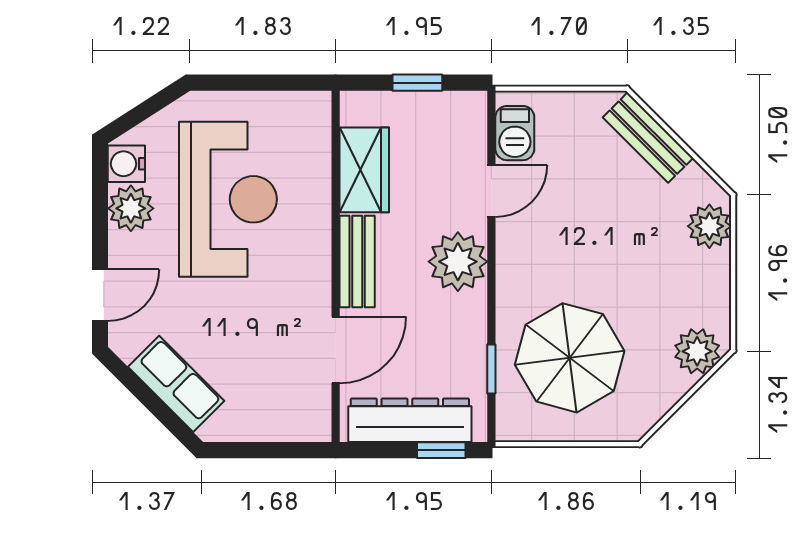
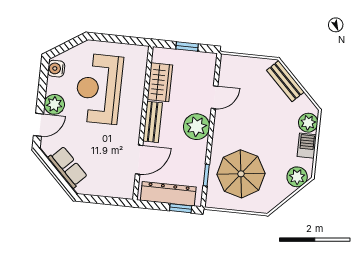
barbecue: (515, 133) -> (307, 146), moved, turned 180
reception desk: (228, 199) -> (99, 89), turned 180
plant: (131, 208) -> (54, 104), moved

